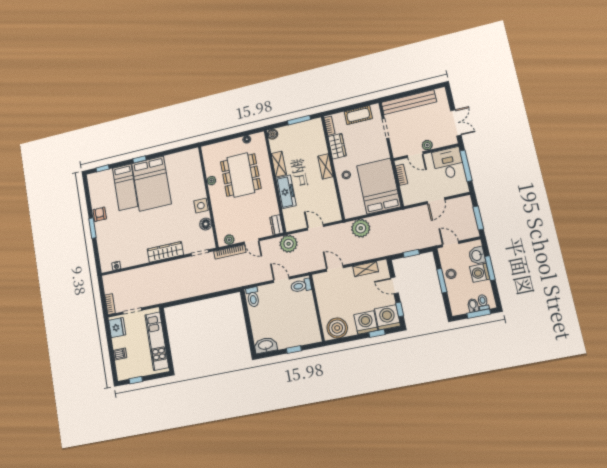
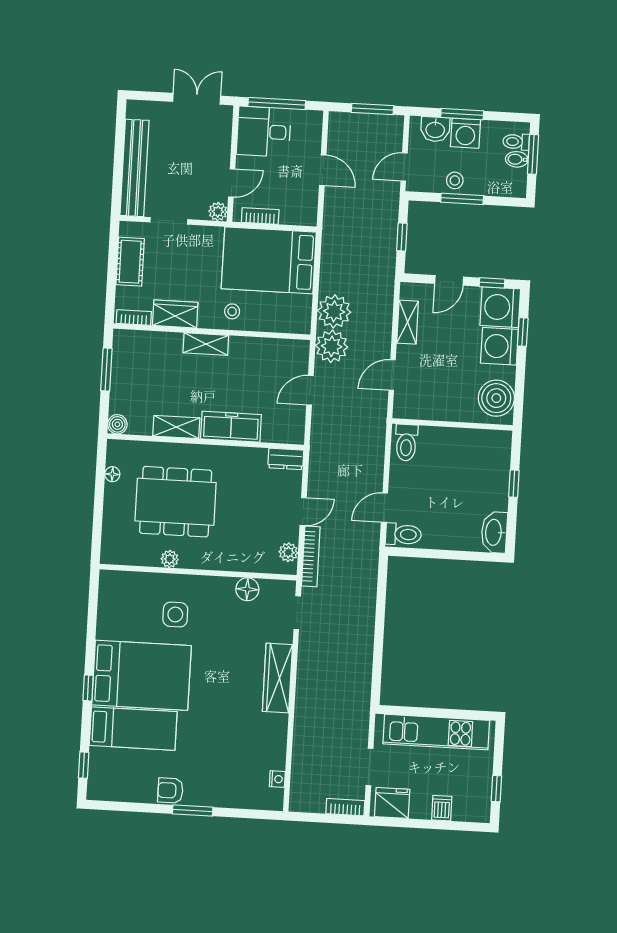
plant: (427, 145) -> (218, 212), moved
side table: (201, 206) -> (175, 615), moved
plant: (289, 244) -> (332, 346), moved
door: (281, 280) -> (384, 508), moved

